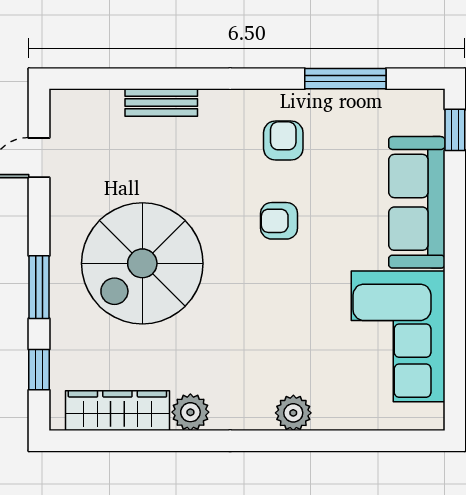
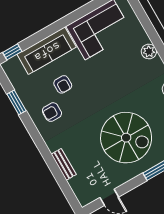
window: (345, 79) -> (16, 102), width x0.69
armchair: (279, 221) -> (63, 84), moved

